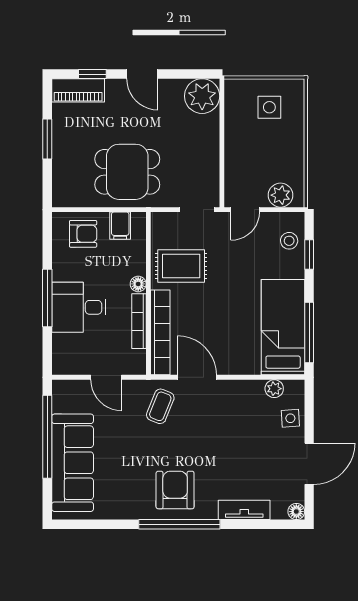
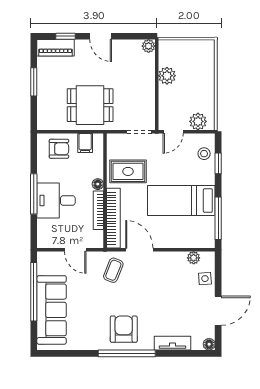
plant: (202, 96) -> (149, 46), width x0.53, depth x0.53
side table: (269, 107) -> (190, 60), removed
plant: (236, 130) -> (167, 76), added
bed: (283, 327) -> (181, 200), moved, turned -90

